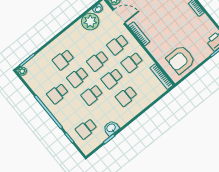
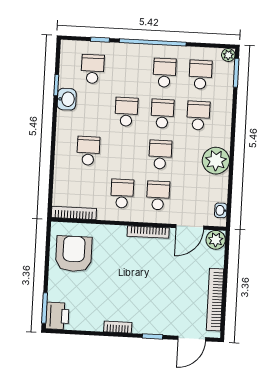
plant: (90, 22) -> (216, 161), moved
school desk: (112, 79) -> (200, 75), moved

